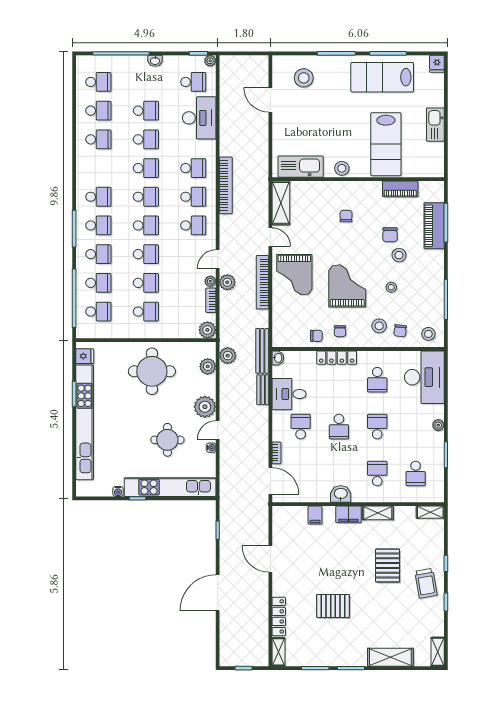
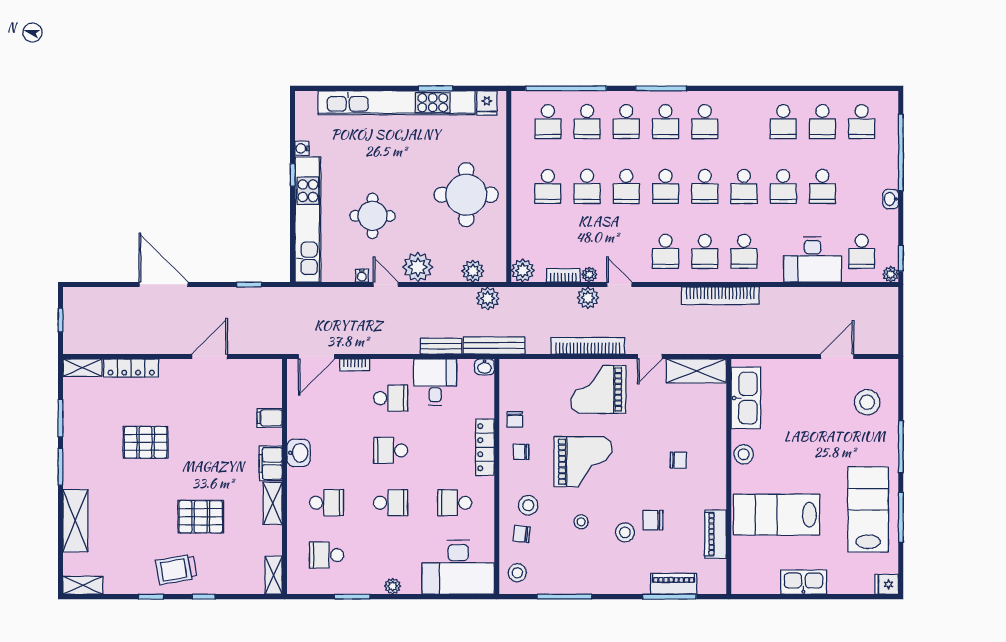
piano: (434, 226) -> (674, 584), width x0.73, depth x0.75
pallet: (333, 606) -> (146, 442), turned 90

